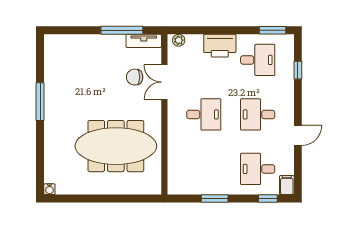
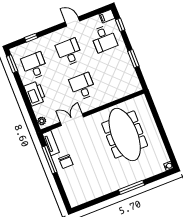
chair: (135, 77) -> (66, 162), moved
double door: (164, 82) -> (72, 120), swing flipped
window: (40, 102) -> (131, 187), moved
desk: (258, 114) -> (69, 52), turned 180

